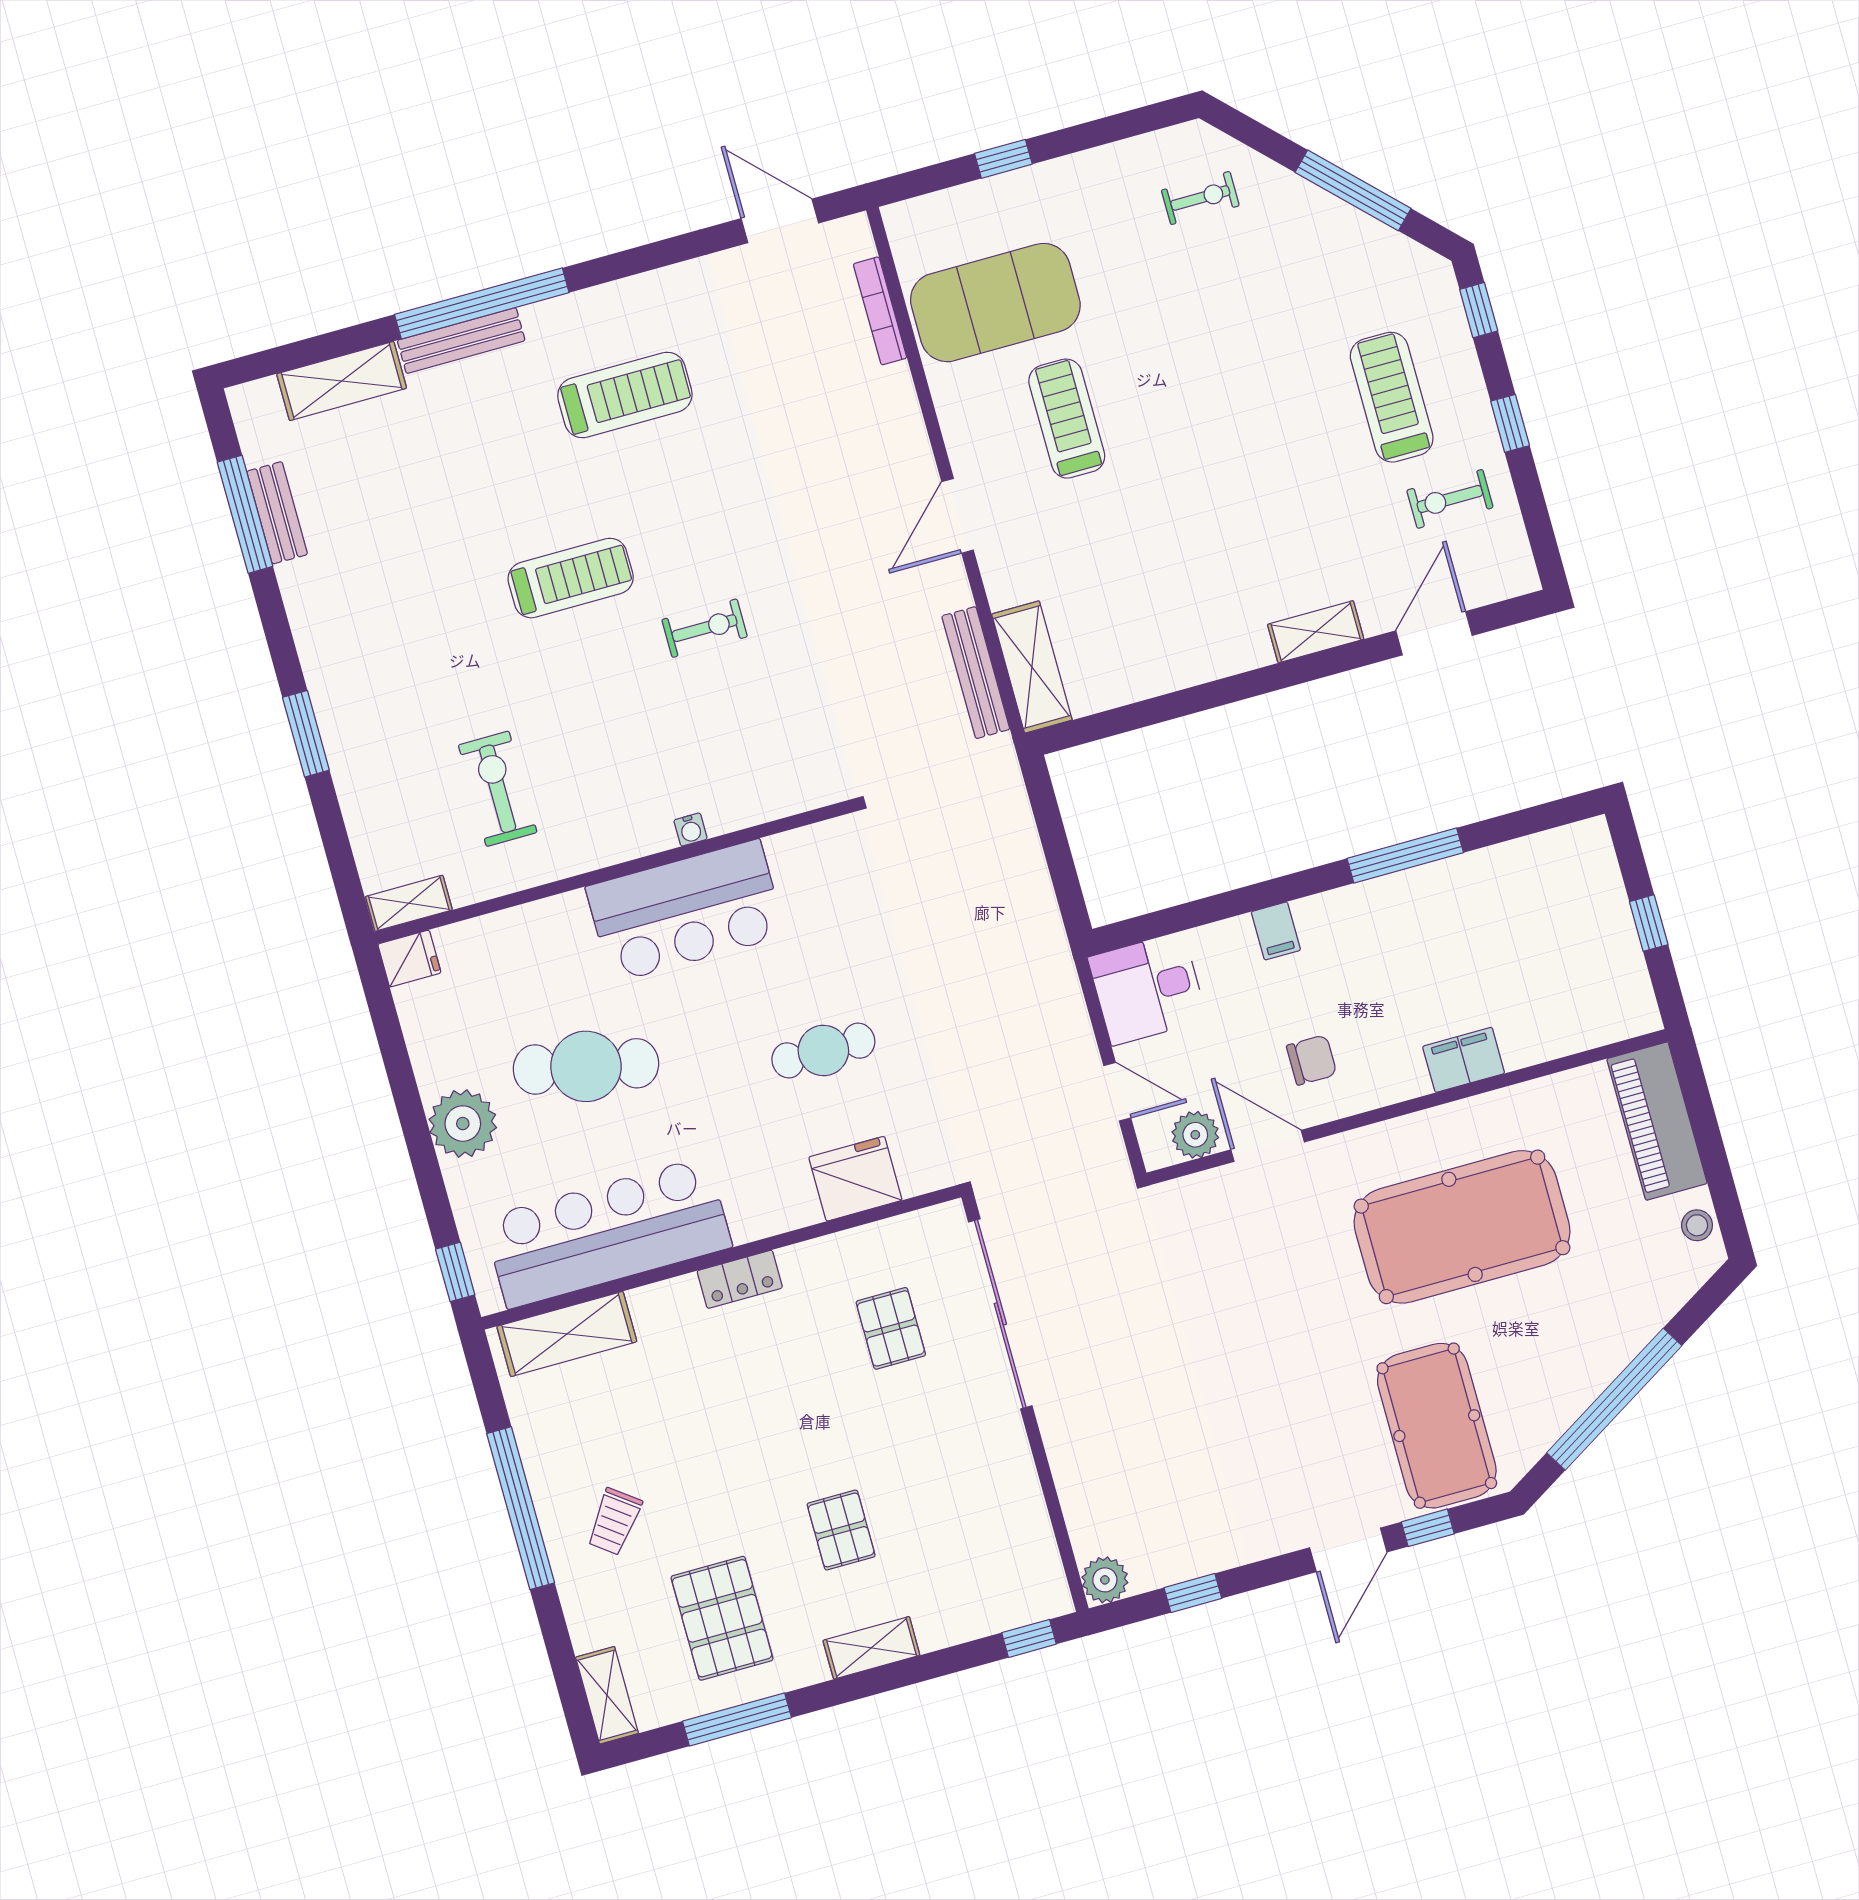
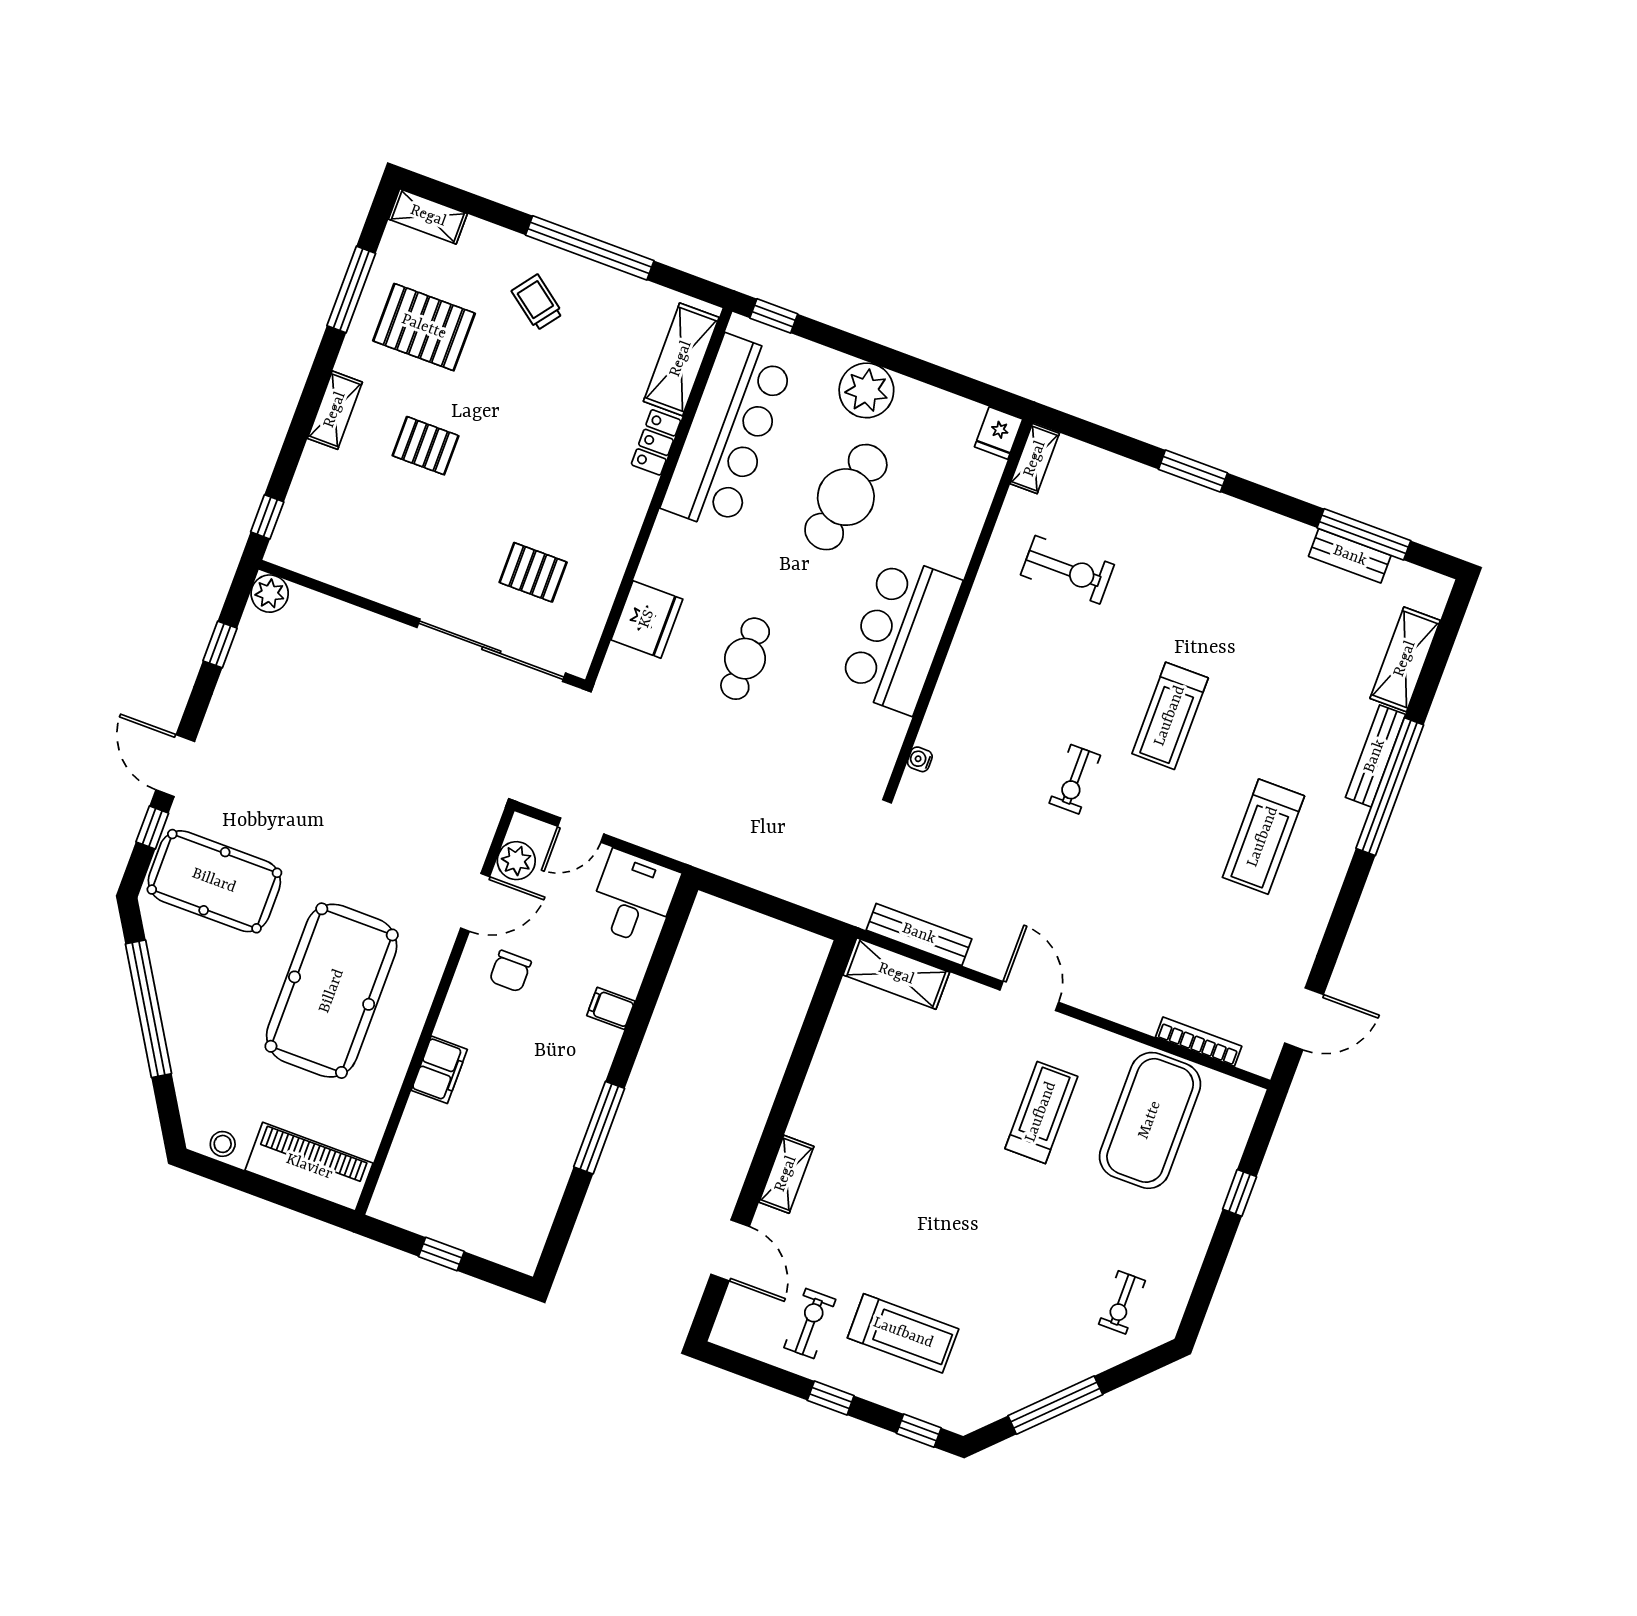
treadmill: (1067, 419) -> (1041, 1112), turned -90
water cooler: (691, 830) -> (920, 759), moved
locker: (740, 1279) -> (656, 442), moved

